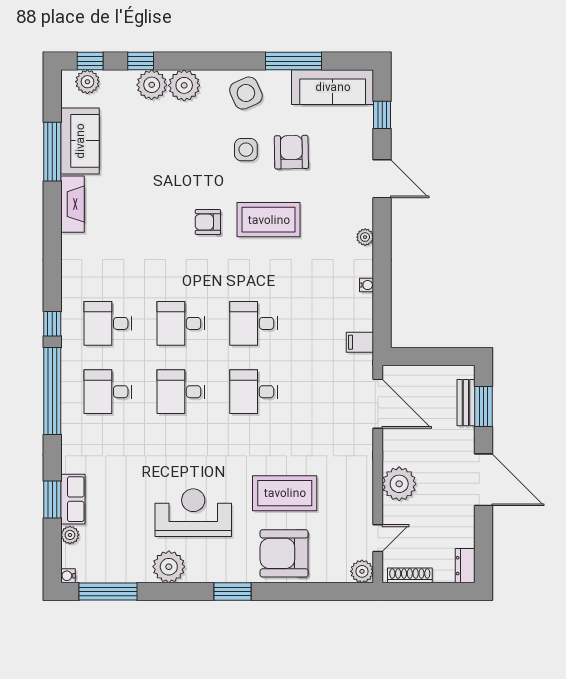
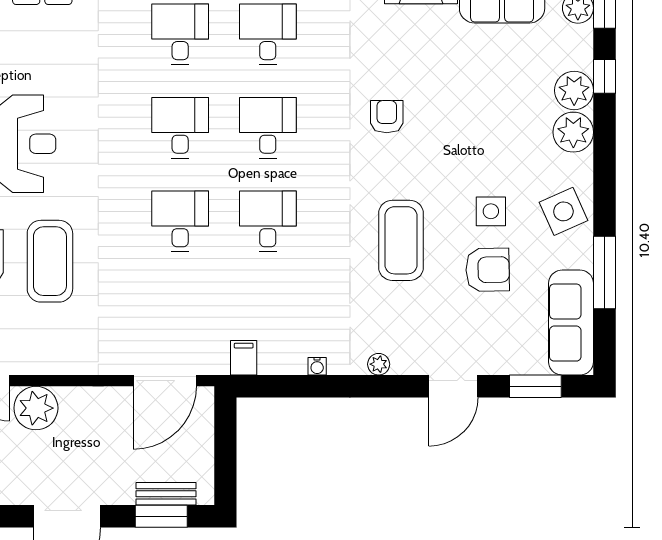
window: (382, 115) -> (535, 386), width x1.50
armchair: (208, 222) -> (387, 117), moved
plant: (399, 484) -> (36, 408), moved

